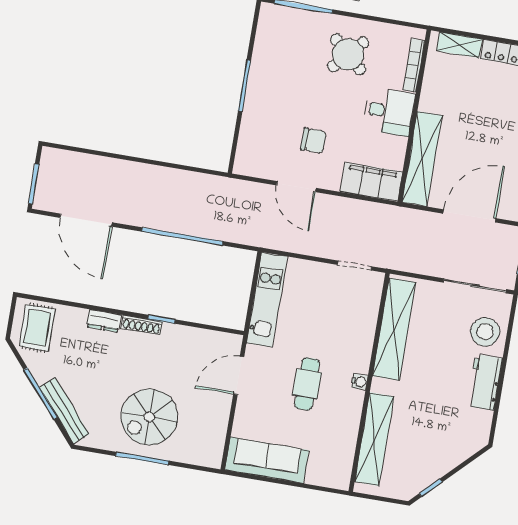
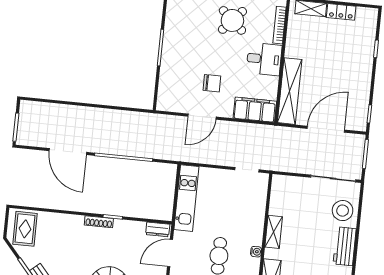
door: (296, 187) -> (202, 117), hinge flipped
door: (86, 220) -> (68, 152), moved
dresser: (104, 321) -> (158, 229), moved
shelving: (394, 329) -> (274, 232), width x0.45, depth x0.75

